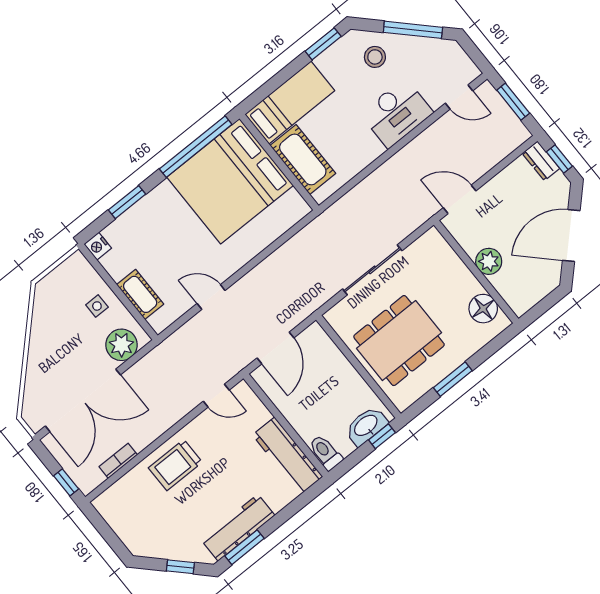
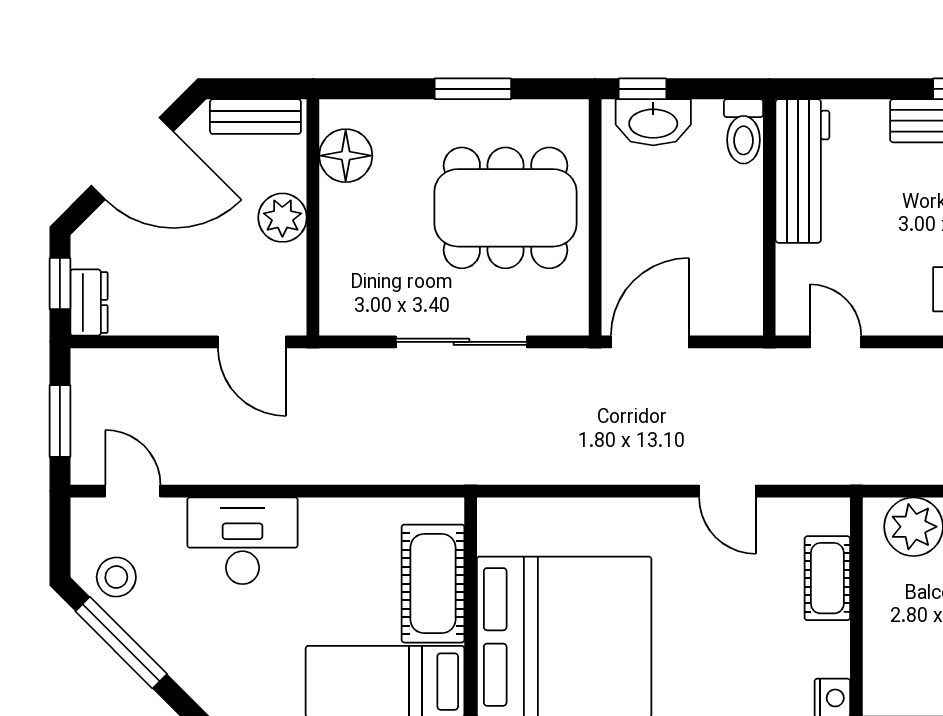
stool: (375, 57) -> (116, 577), moved
bench: (534, 294) -> (255, 117), added
side table: (97, 306) -> (904, 612), removed
door: (275, 348) -> (650, 342), moved

